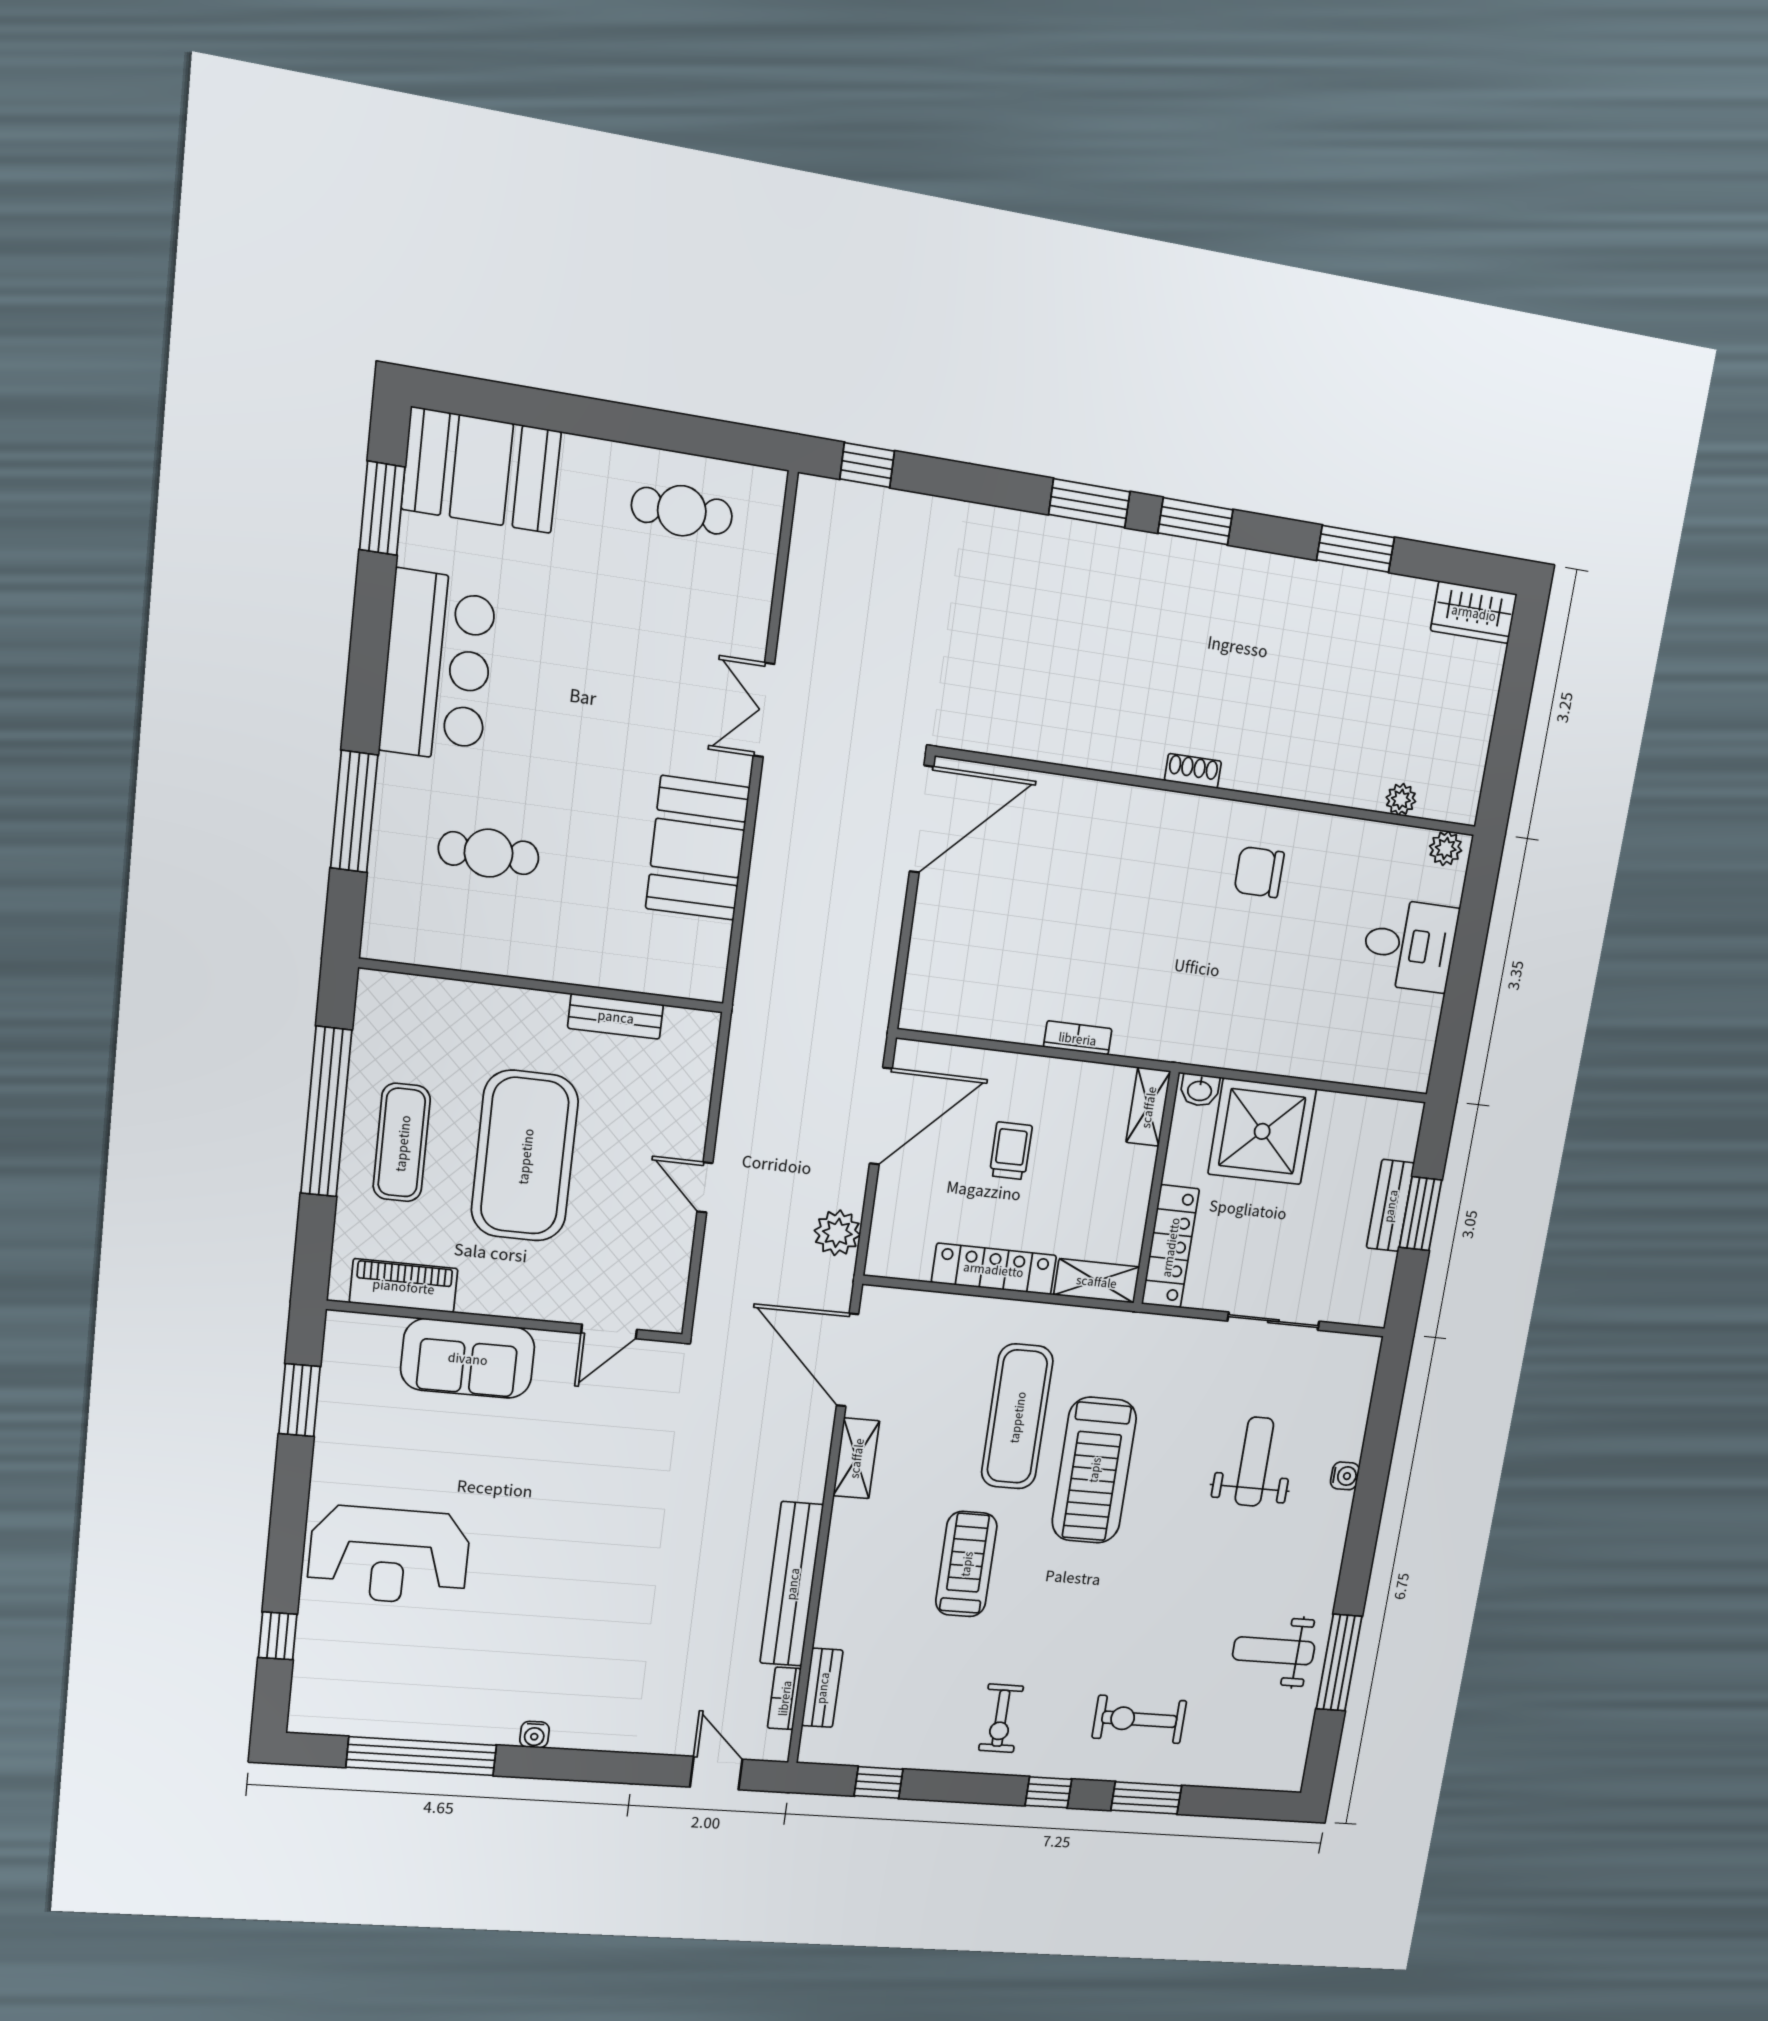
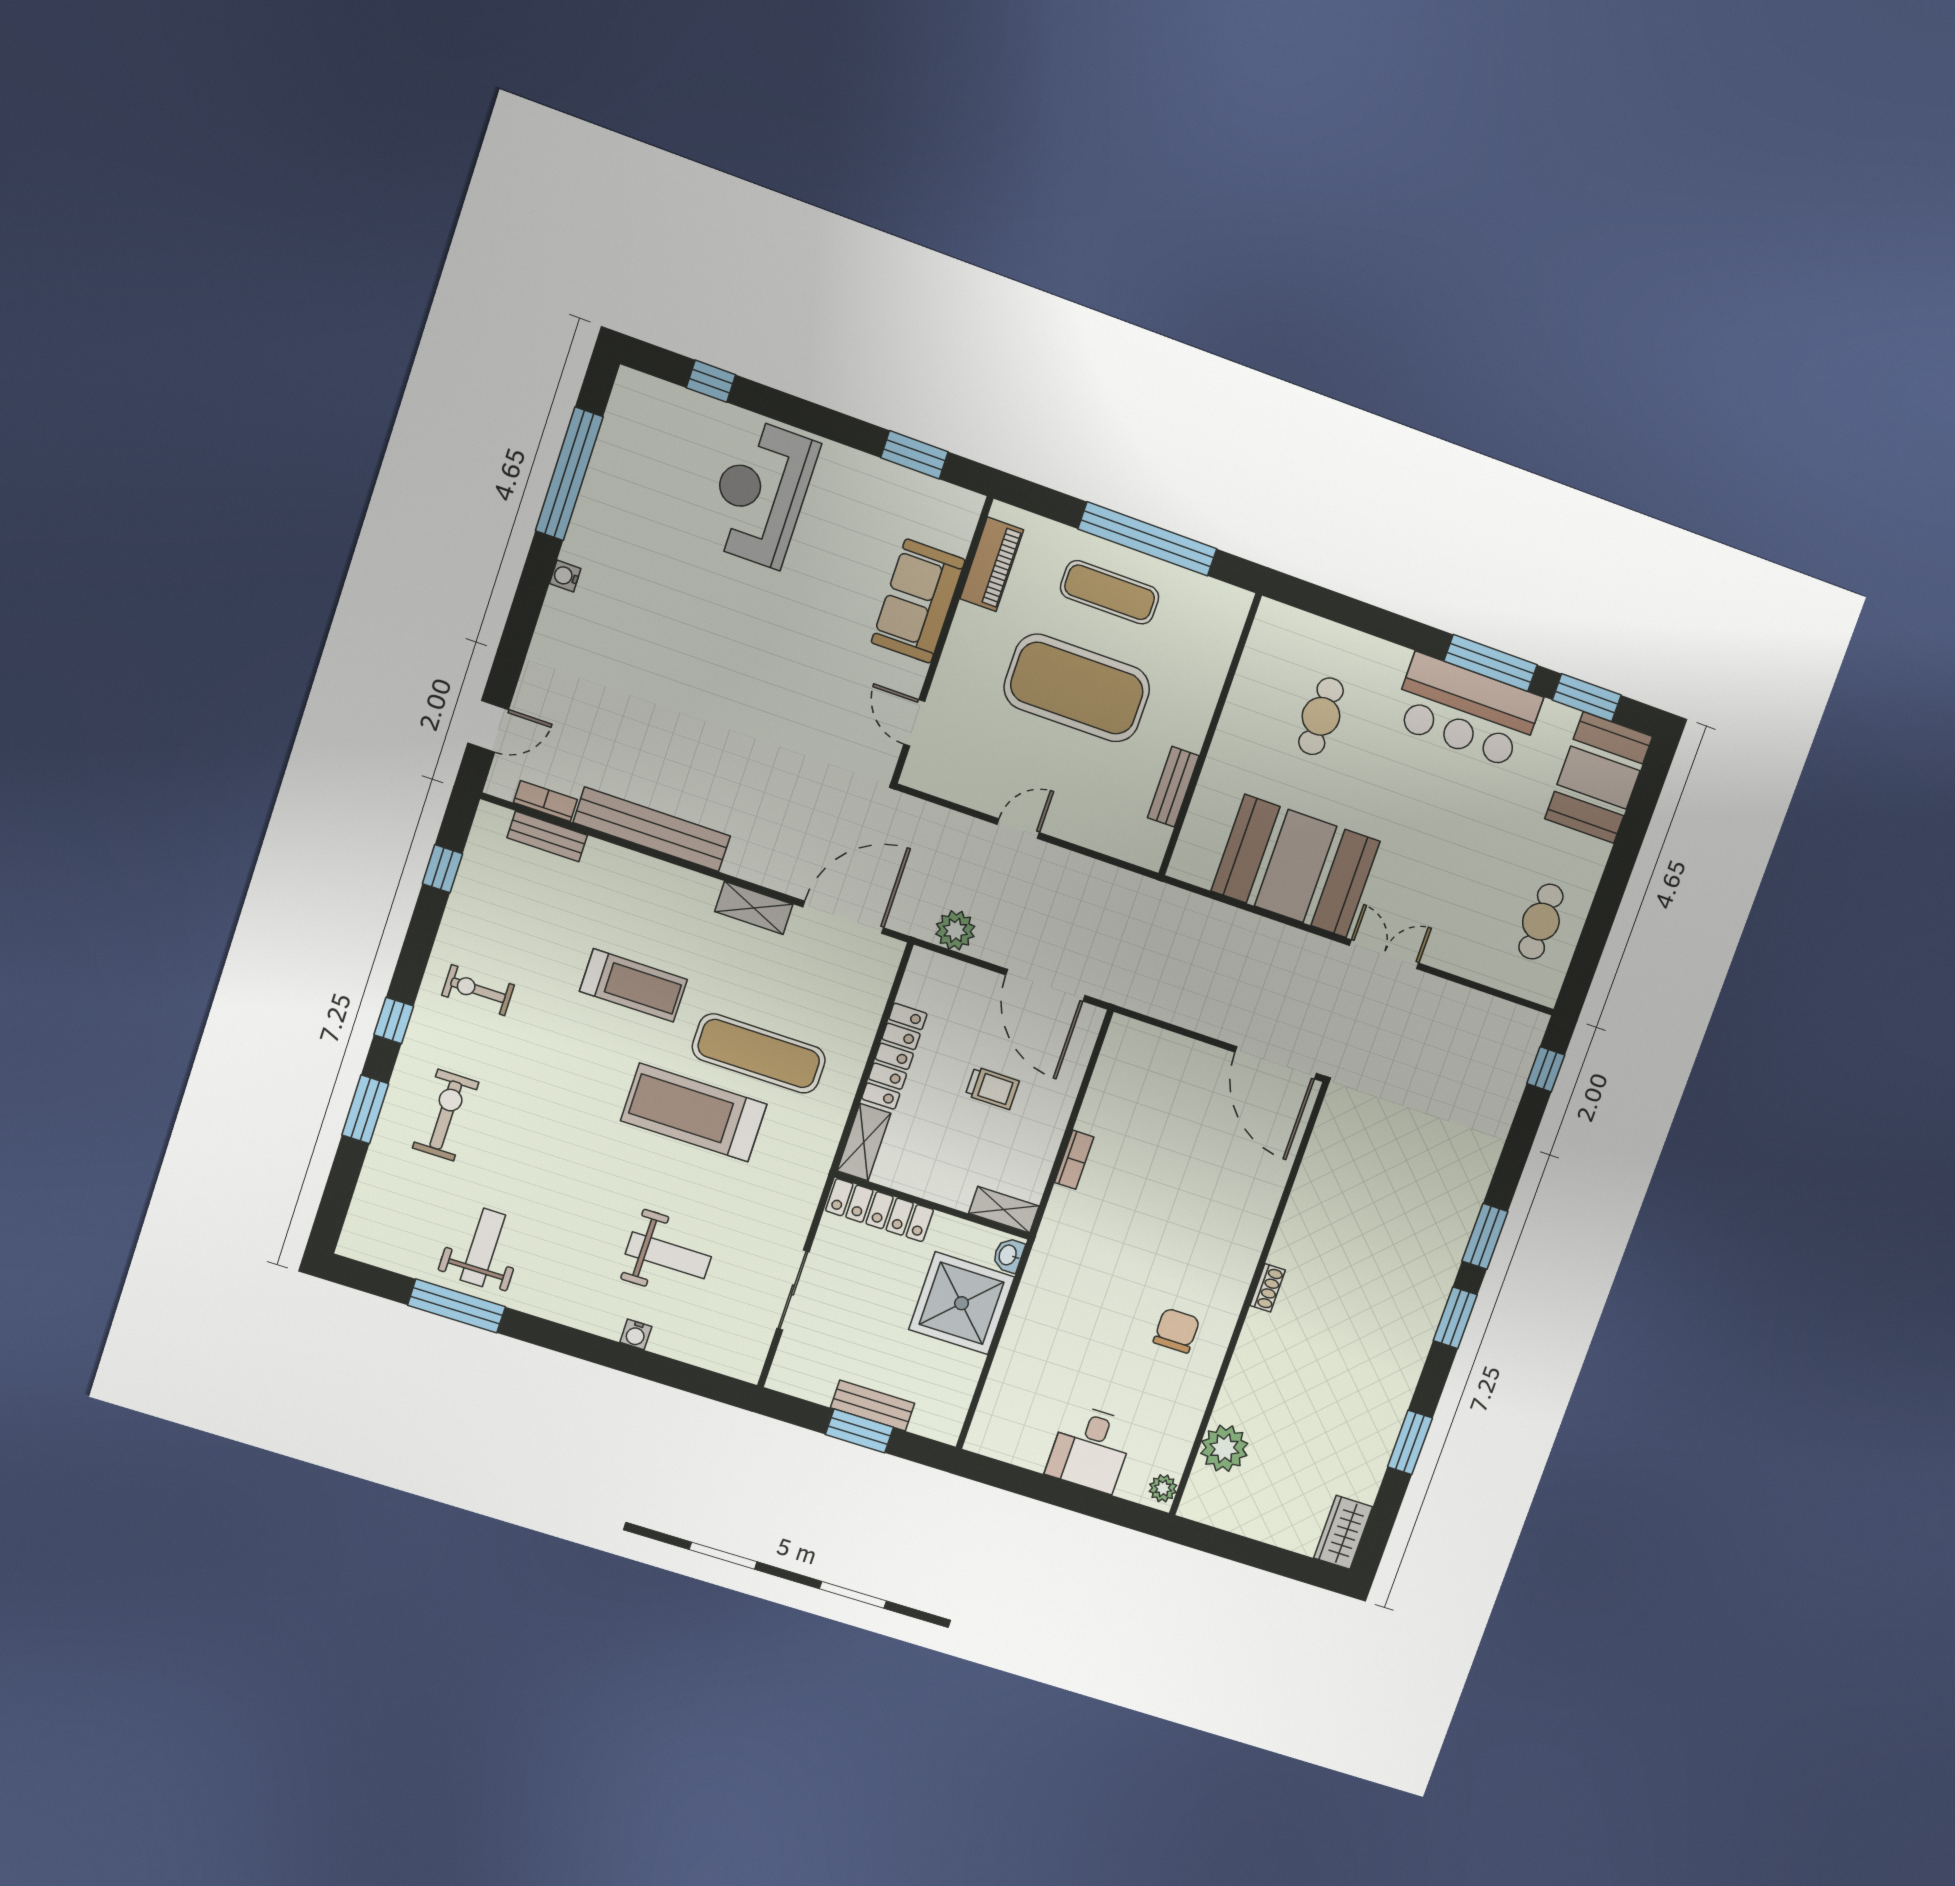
plant: (1401, 799) -> (1224, 1448), width x1.88, depth x1.88
window: (354, 812) -> (1491, 663), moved
booth: (698, 848) -> (1296, 866), width x1.36, depth x1.42

